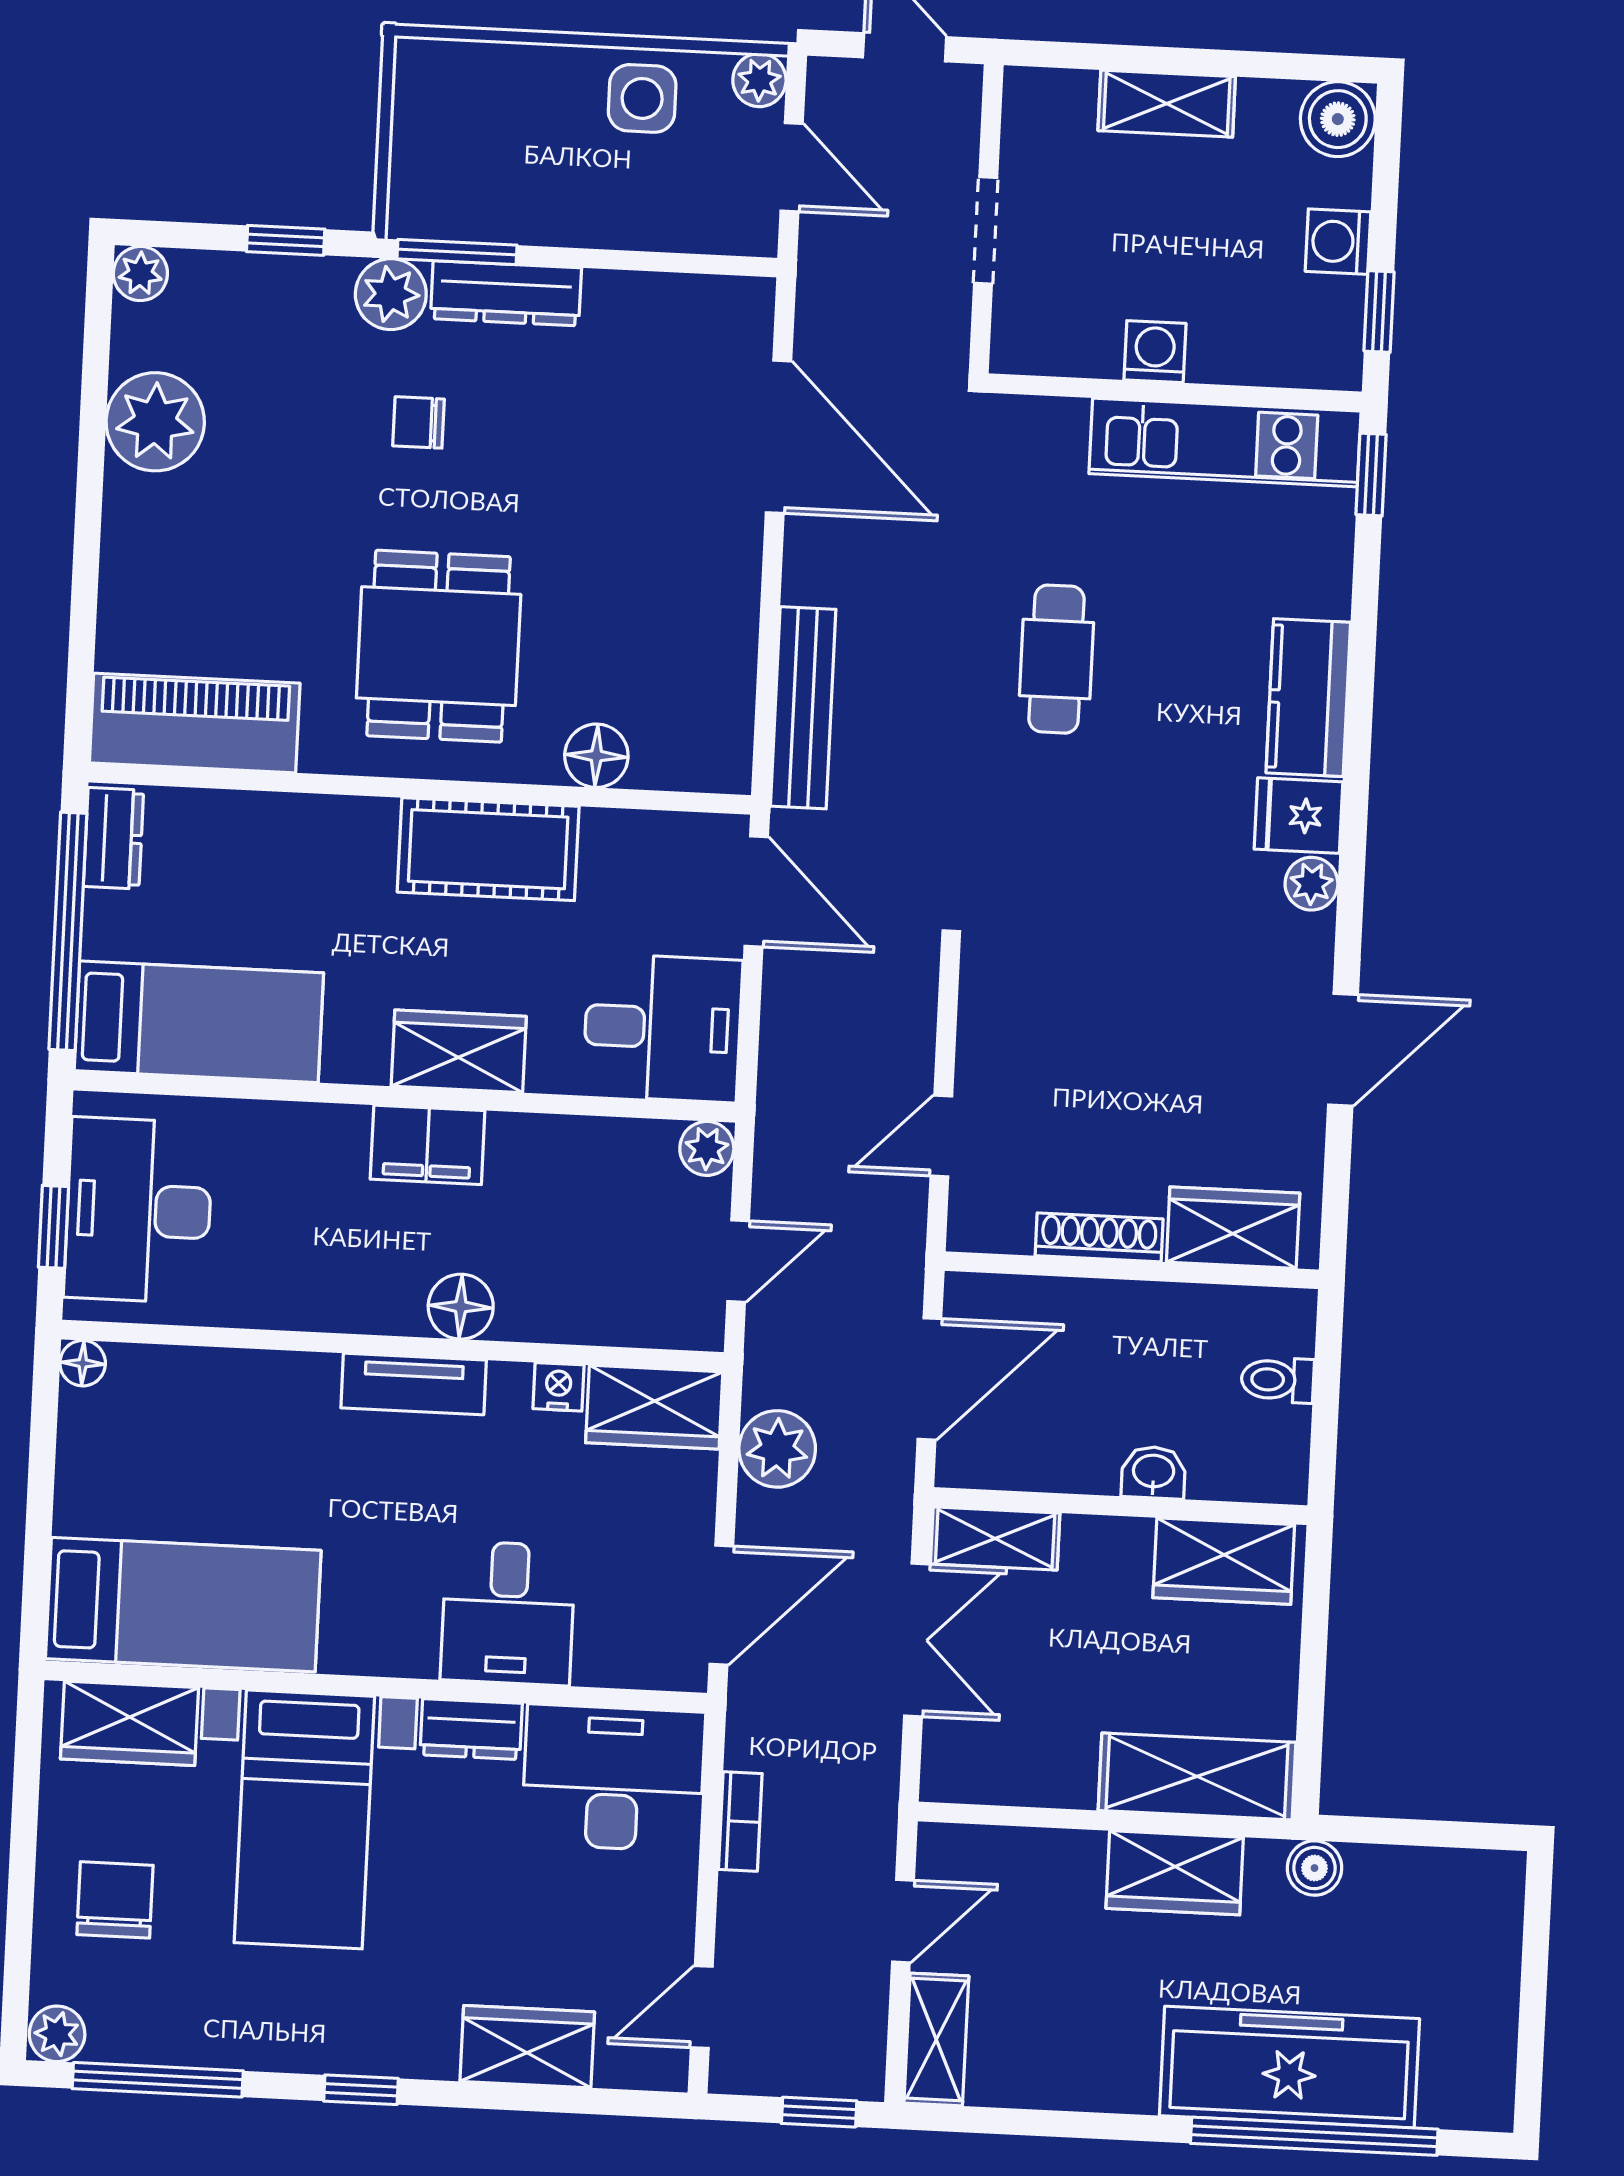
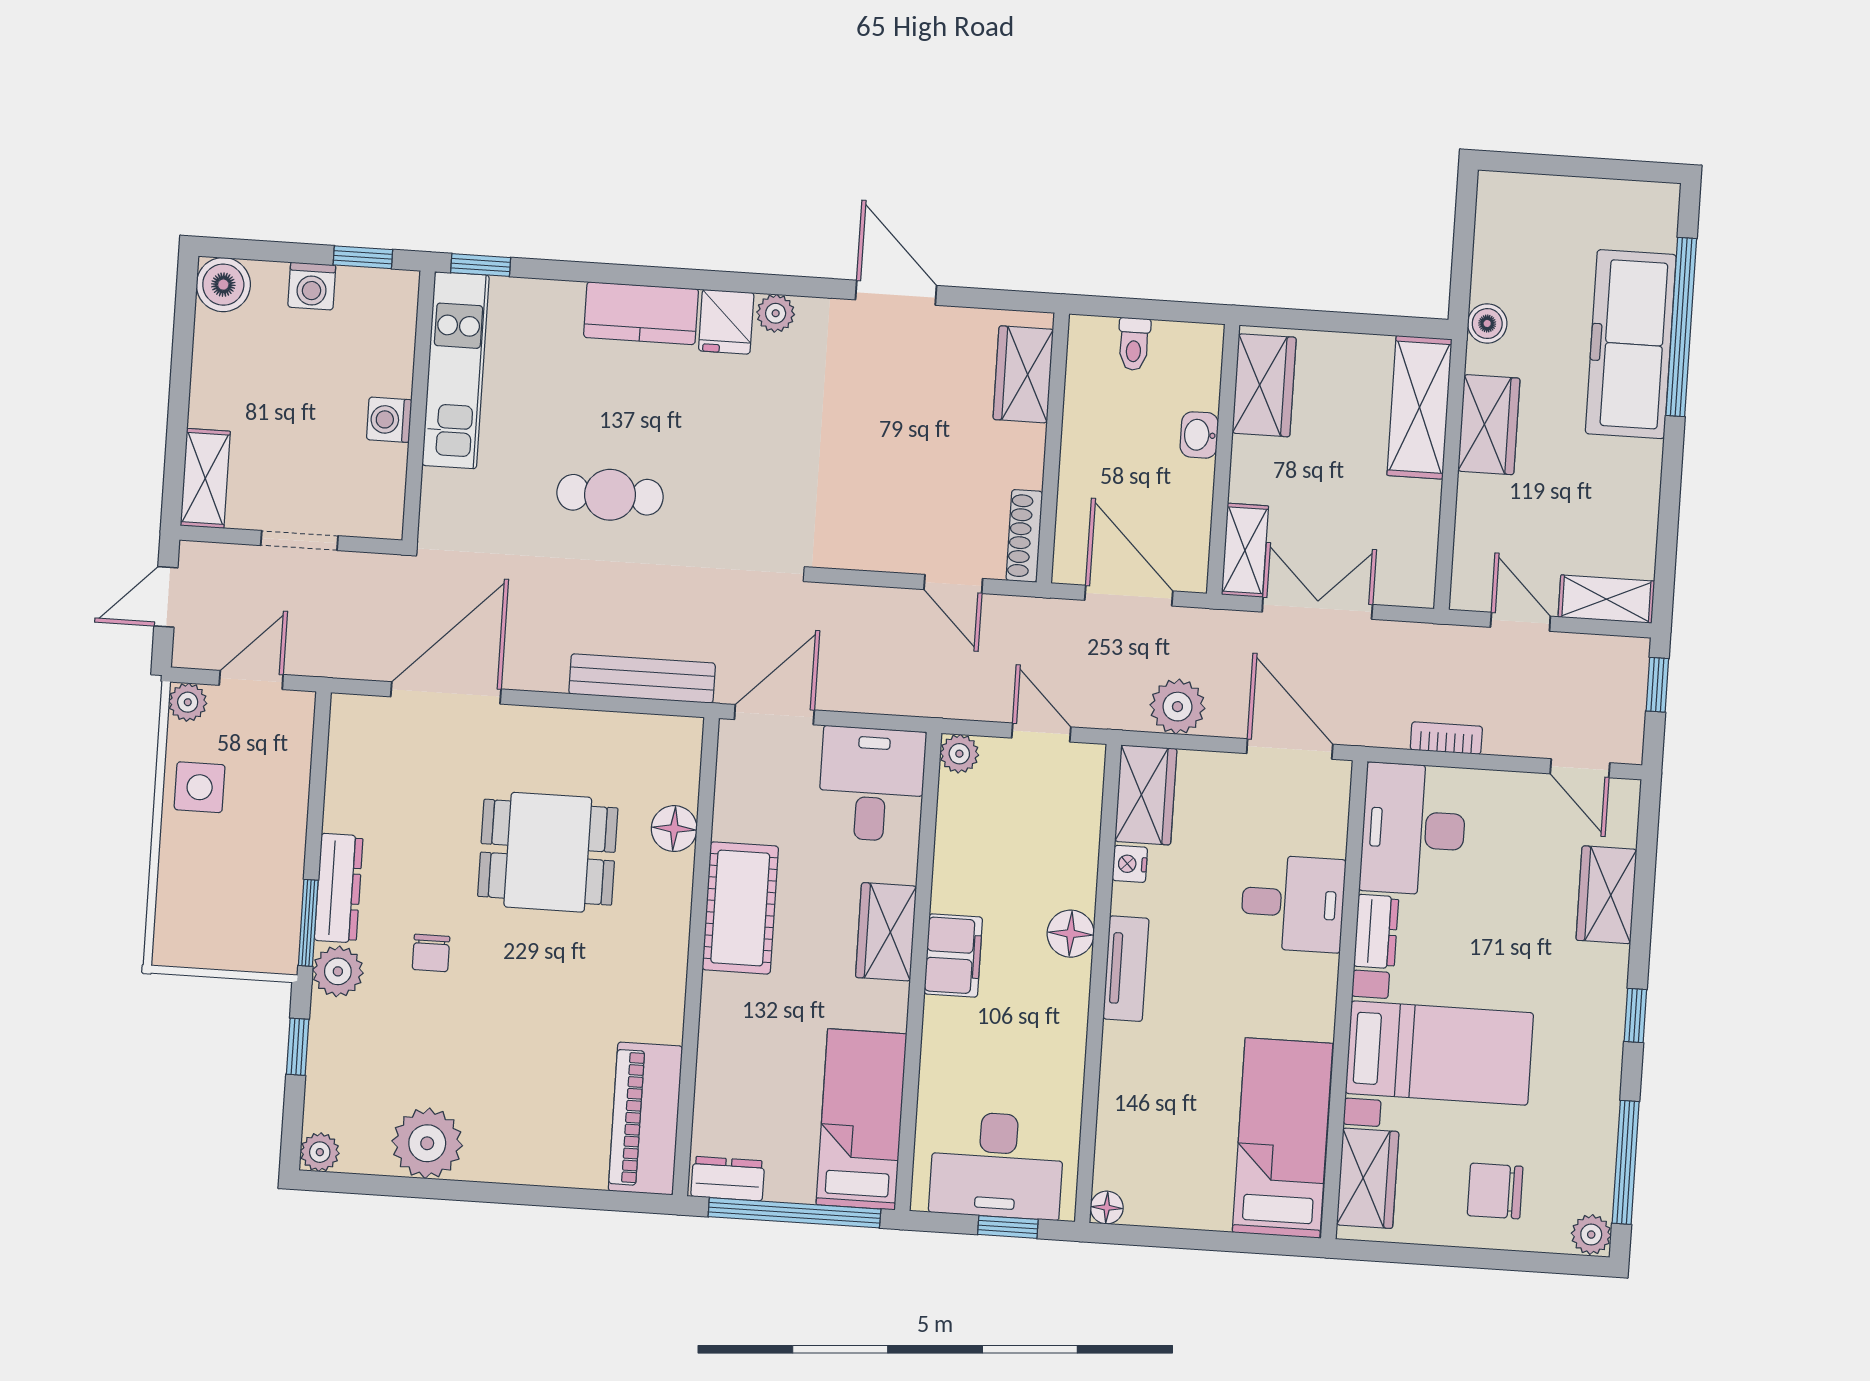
shelving: (1167, 104) -> (205, 478), moved
dining table: (439, 646) -> (548, 852), moved
shoe rack: (1099, 1237) -> (1024, 536), moved

